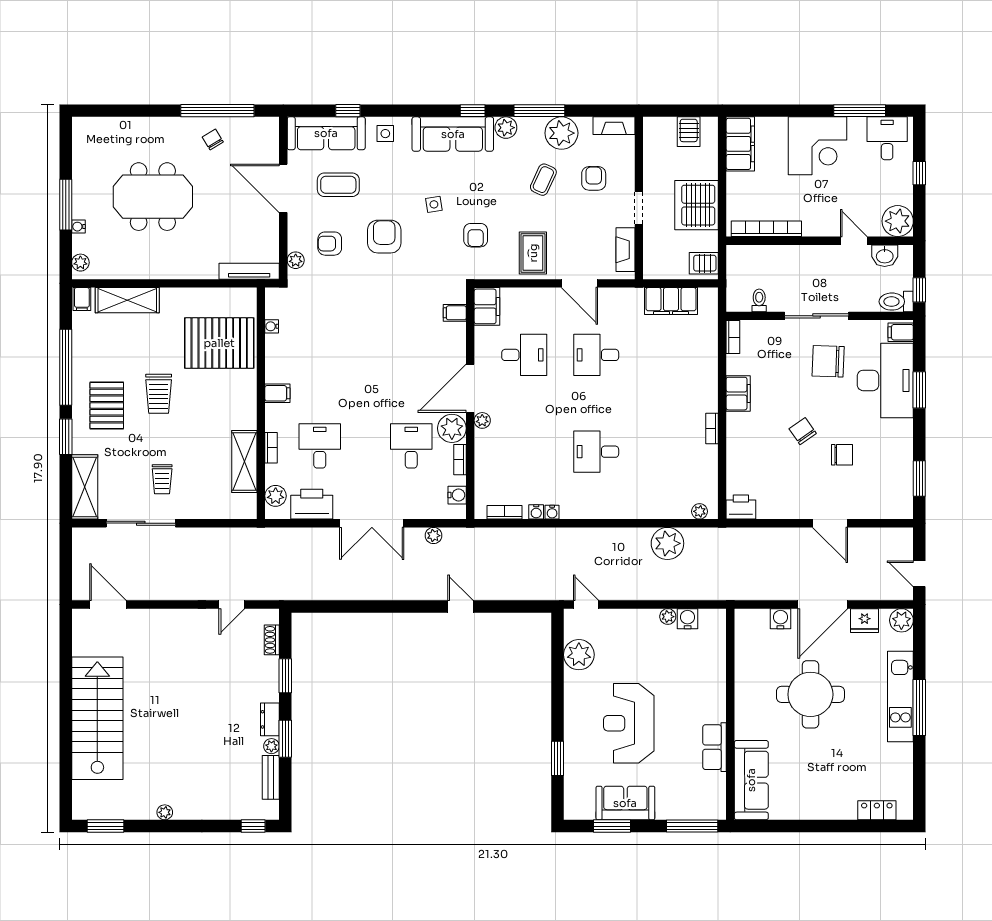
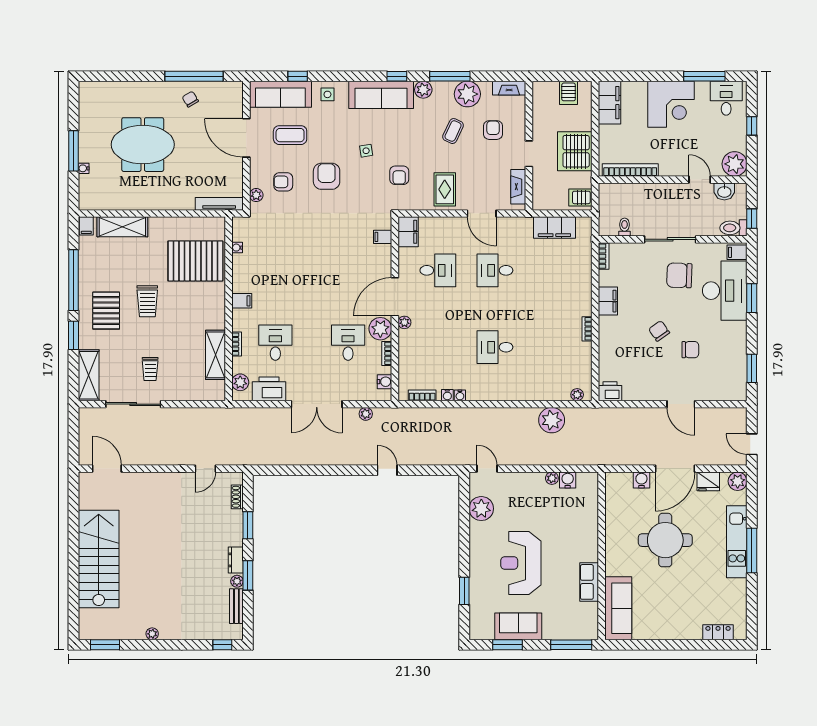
plant: (80, 263) -> (85, 197), removed

